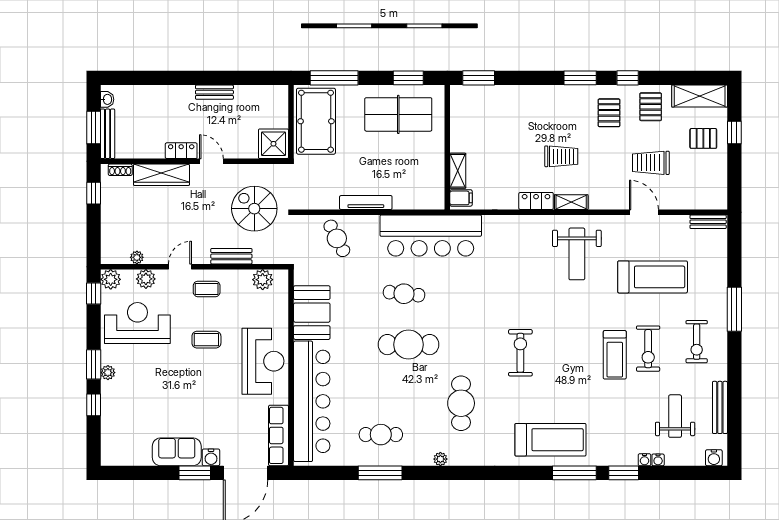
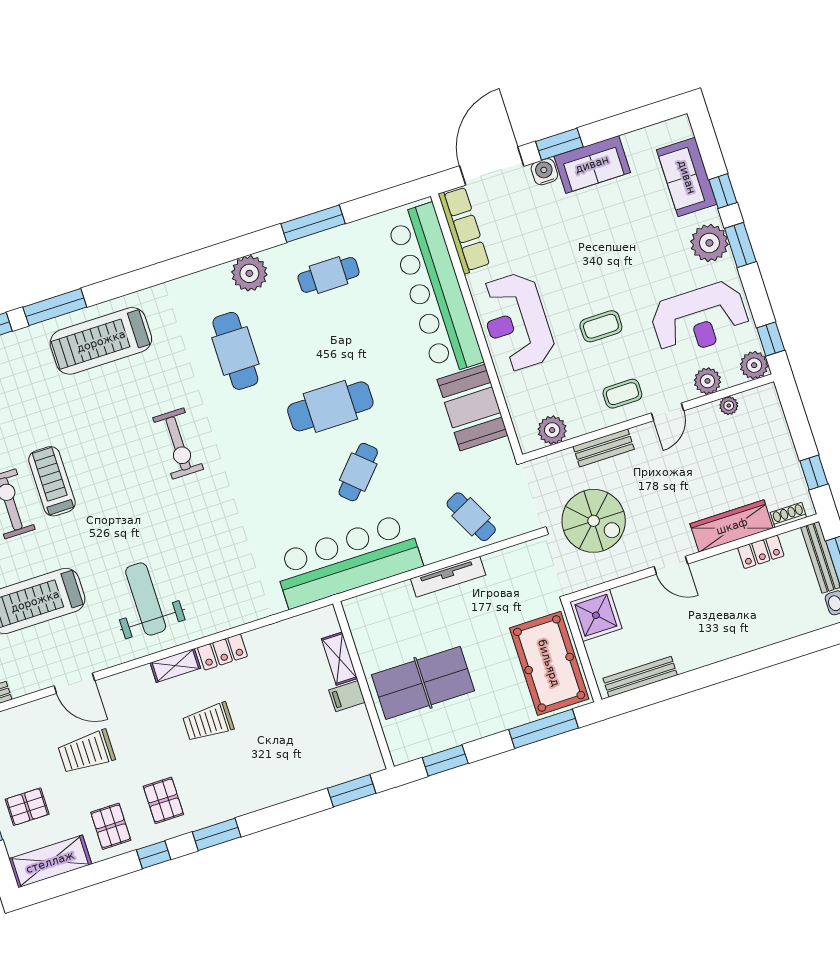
bench: (214, 92) -> (640, 677), moved, width x1.36
table tennis table: (398, 114) -> (423, 683), moved
locker: (181, 151) -> (761, 552), moved
trolley: (651, 163) -> (86, 752), turned 180
filing cabinet: (461, 198) -> (347, 696), moved
cafe table: (404, 294) -> (358, 472), turned -54
plant: (108, 373) -> (709, 243), width x1.88, depth x1.88
sofa: (115, 422) -> (687, 177), added
plant: (440, 459) -> (249, 273), width x1.88, depth x1.88

